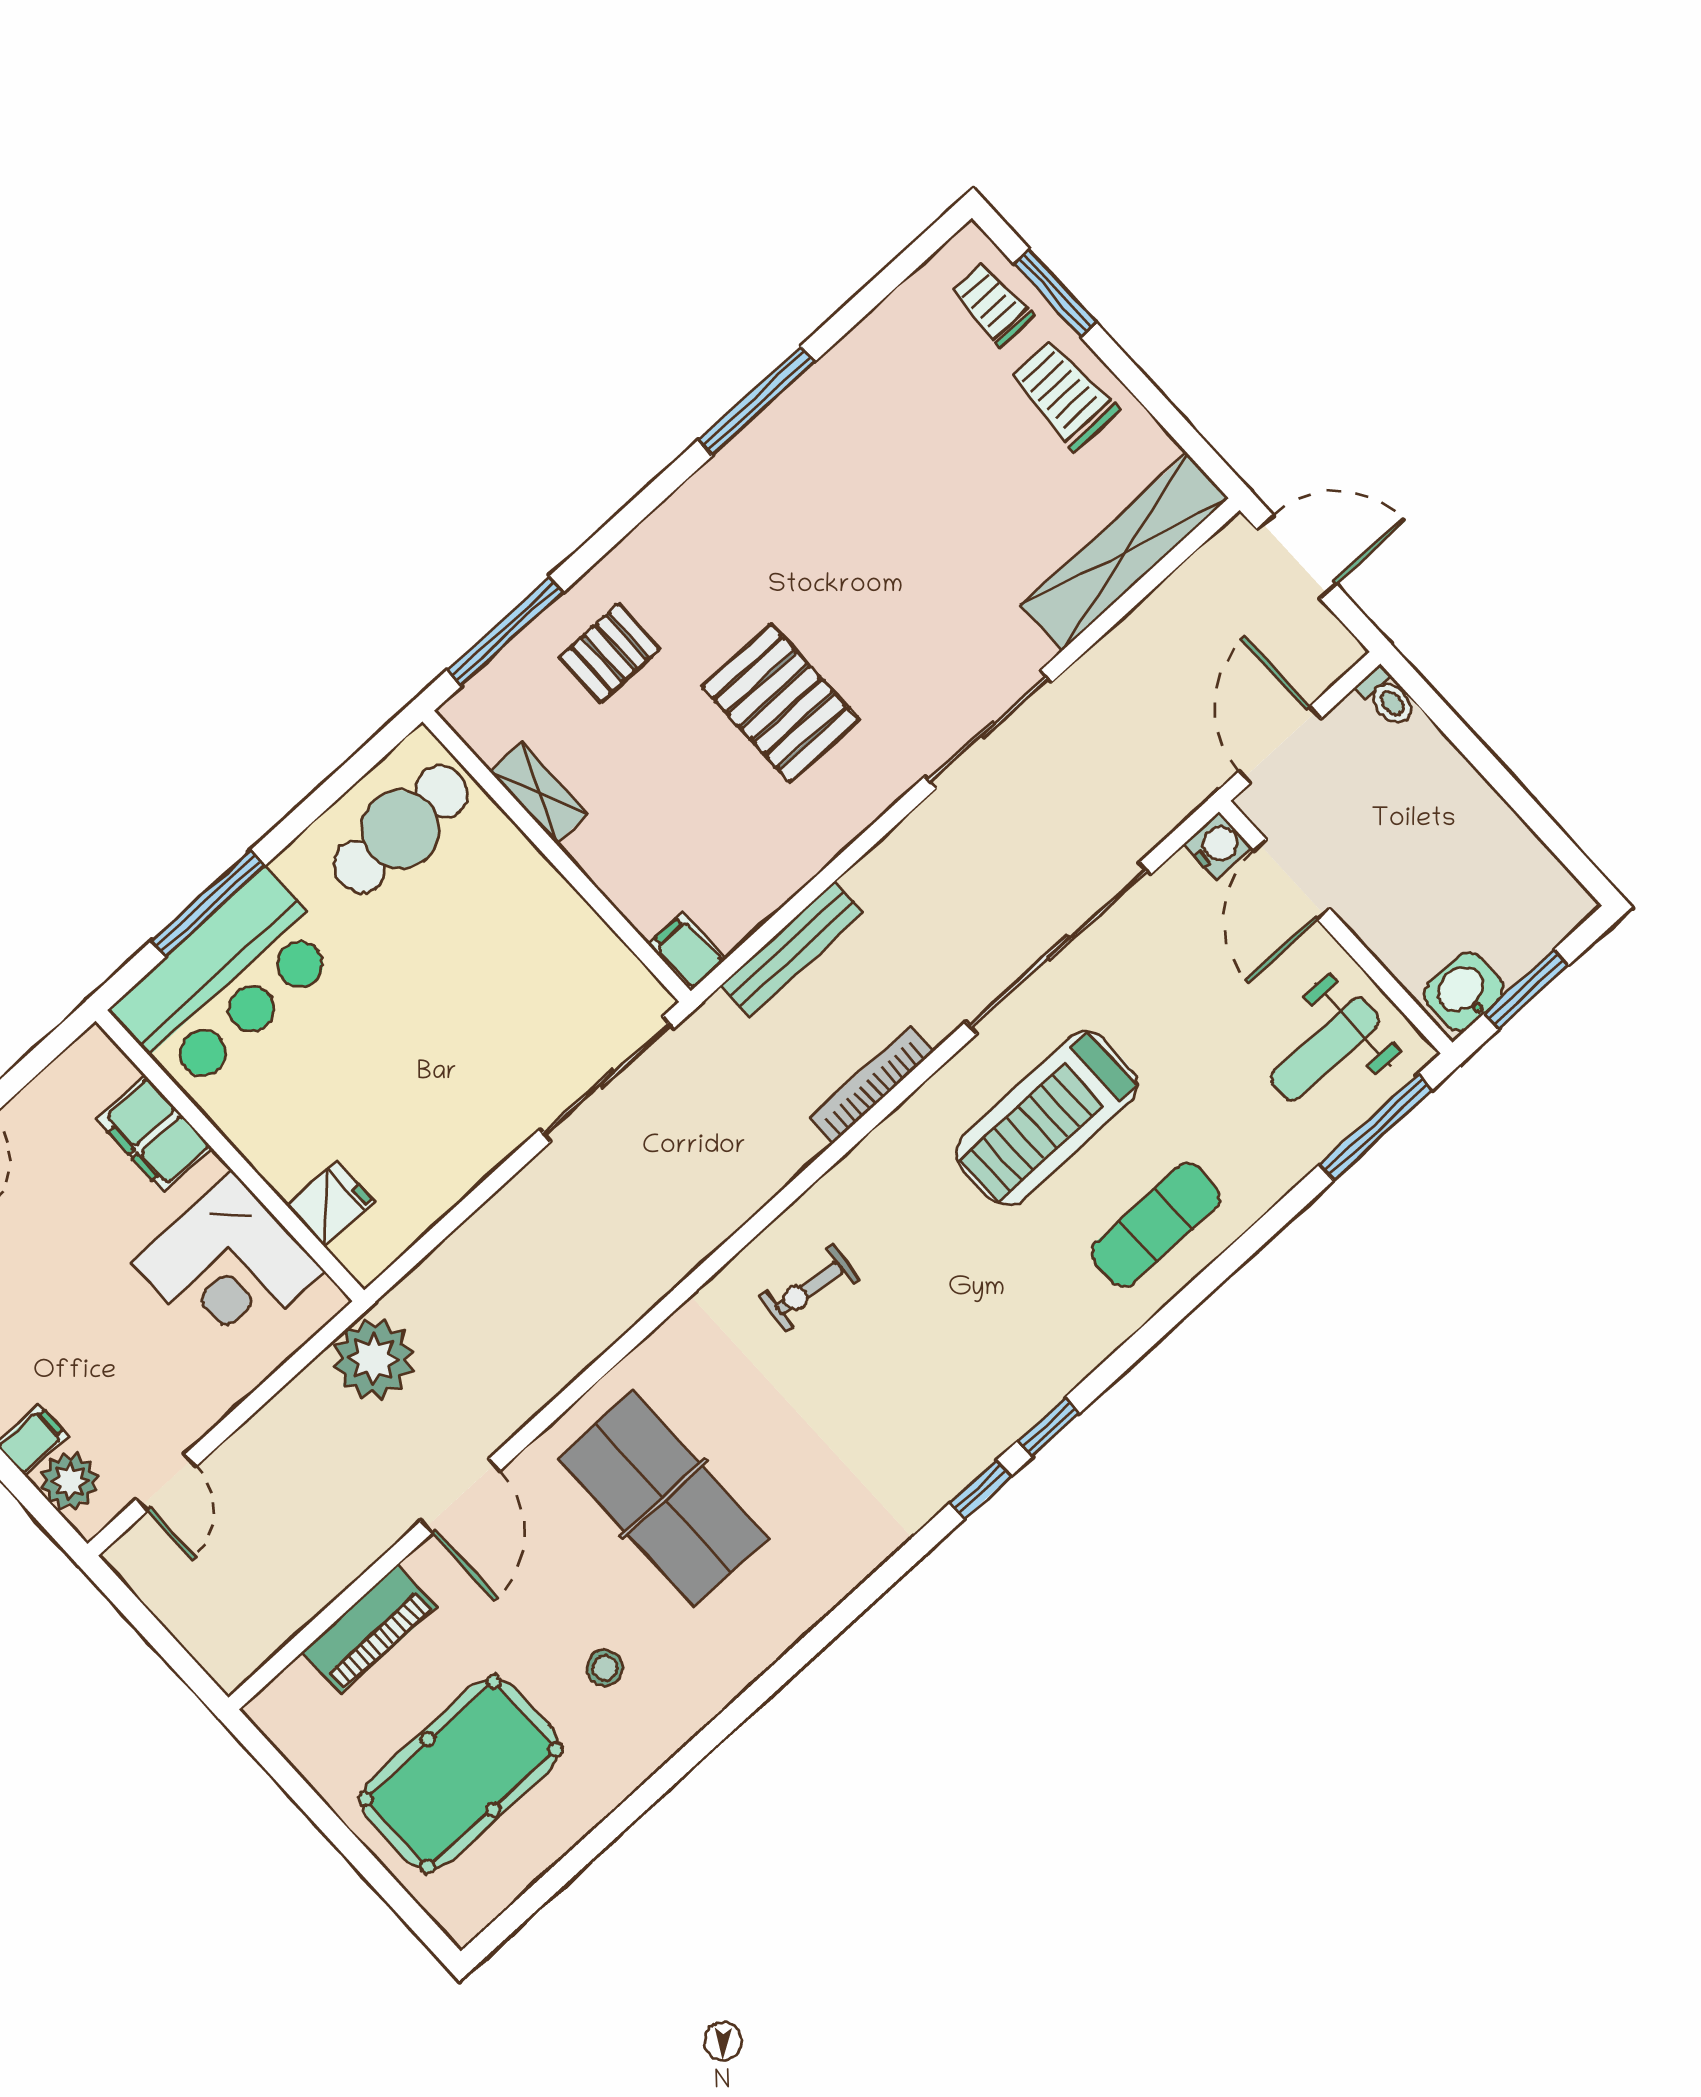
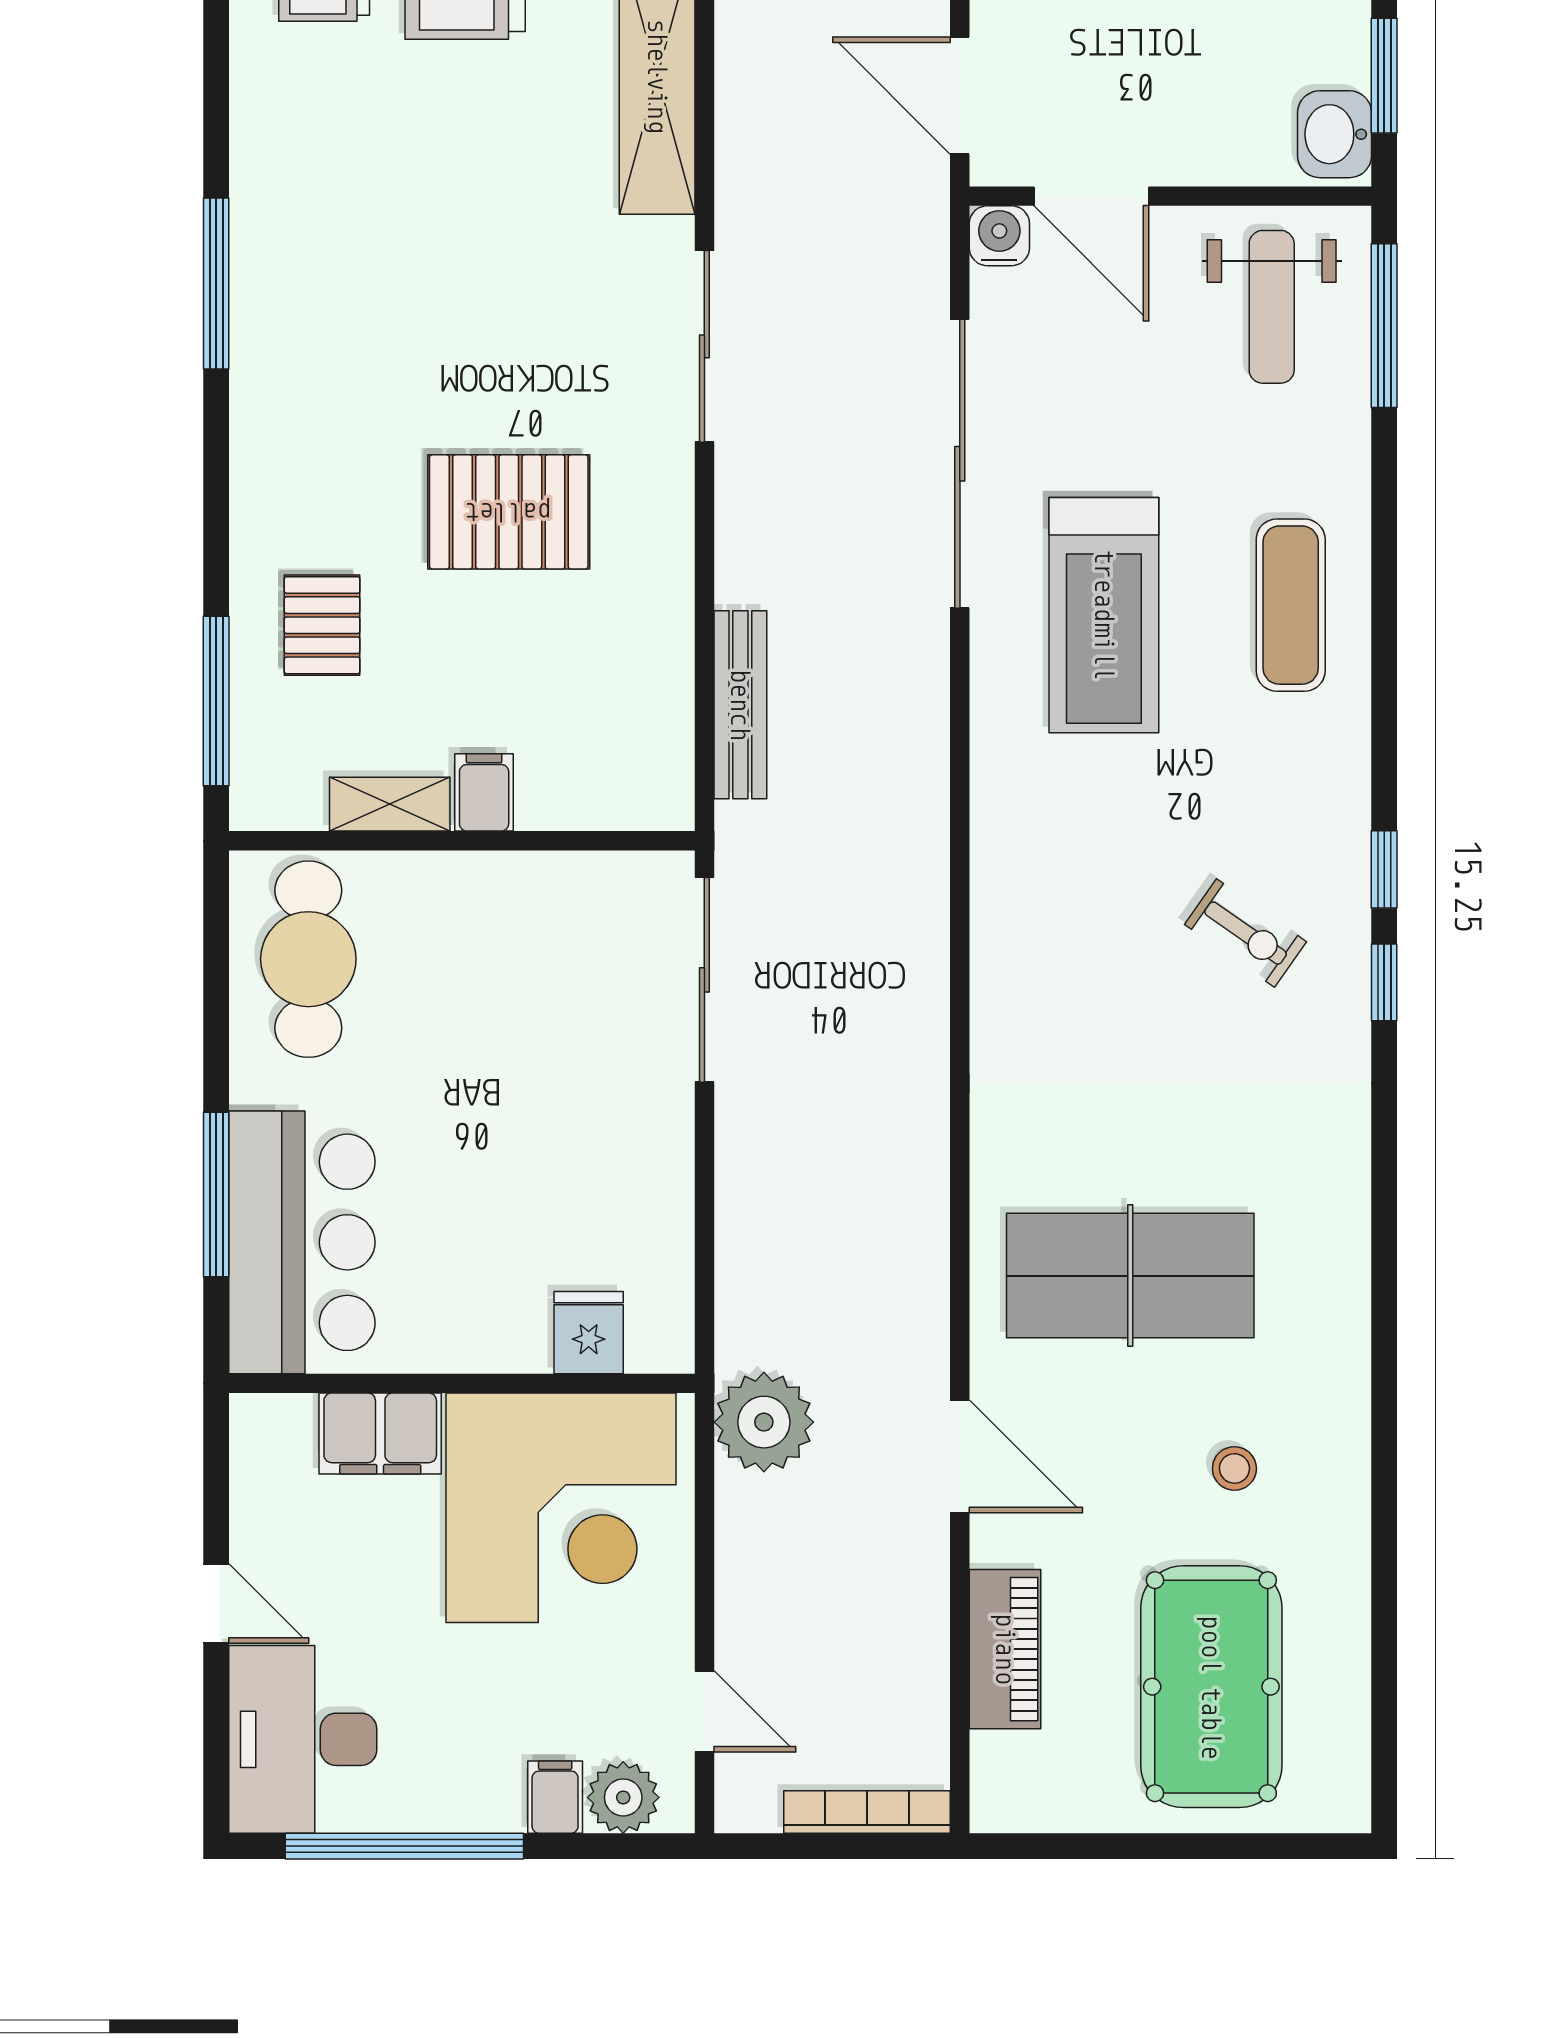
filing cabinet: (687, 952) -> (484, 792), moved, turned 90
bookcase: (872, 1085) -> (867, 1812), moved, turned 90
corner desk: (228, 1267) -> (561, 1508), width x1.36, depth x1.36
exercise bike: (810, 1288) -> (1246, 933), moved, turned -62

